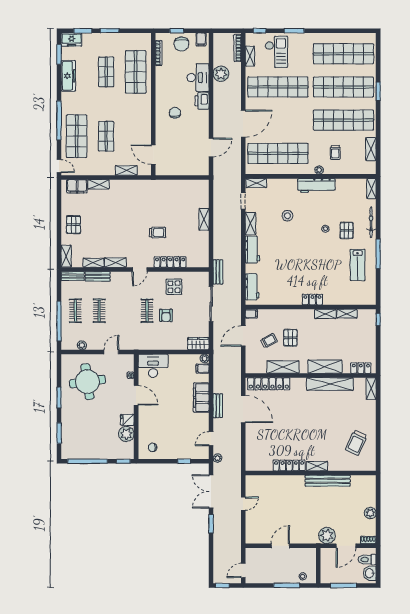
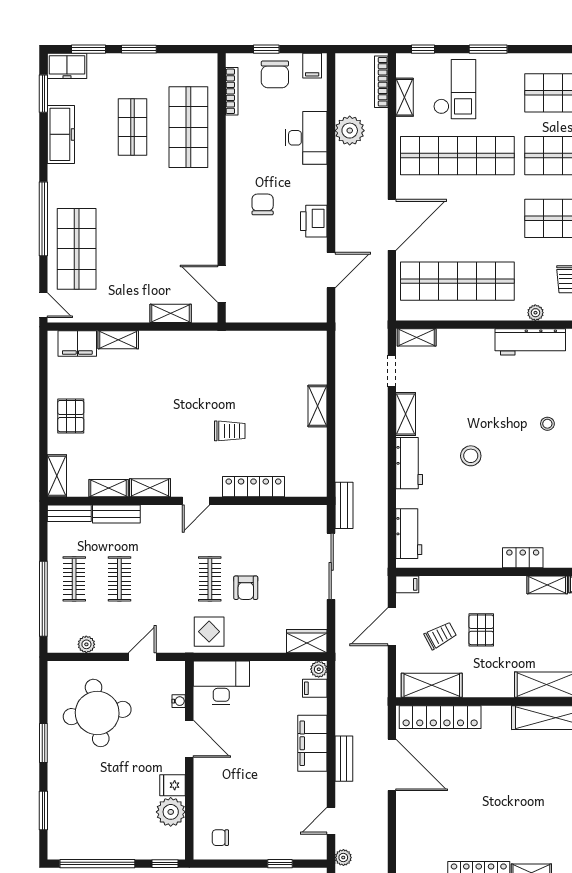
printer: (202, 101) -> (314, 221), moved
shop shelf: (106, 136) -> (133, 249), removed
stool: (287, 216) -> (471, 456), moved
display table: (174, 287) -> (209, 632), moved
shelving: (283, 367) -> (432, 685), moved

